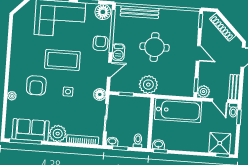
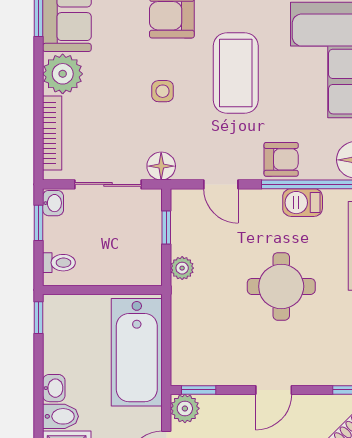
barbecue: (118, 52) -> (303, 203), moved
plant: (148, 85) -> (182, 268), width x0.53, depth x0.53
washbasin: (159, 144) -> (54, 388), moved
bidet: (203, 145) -> (61, 416), added

